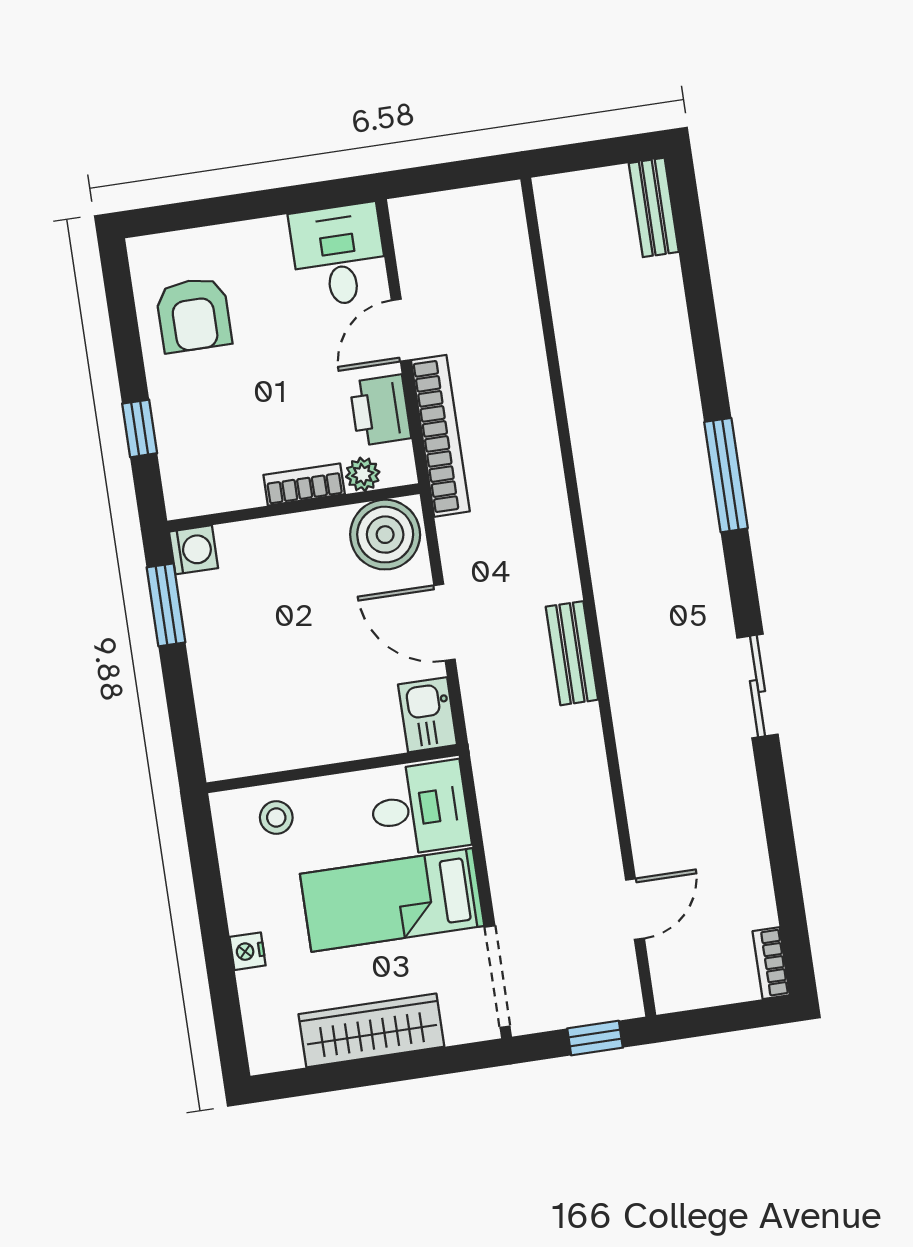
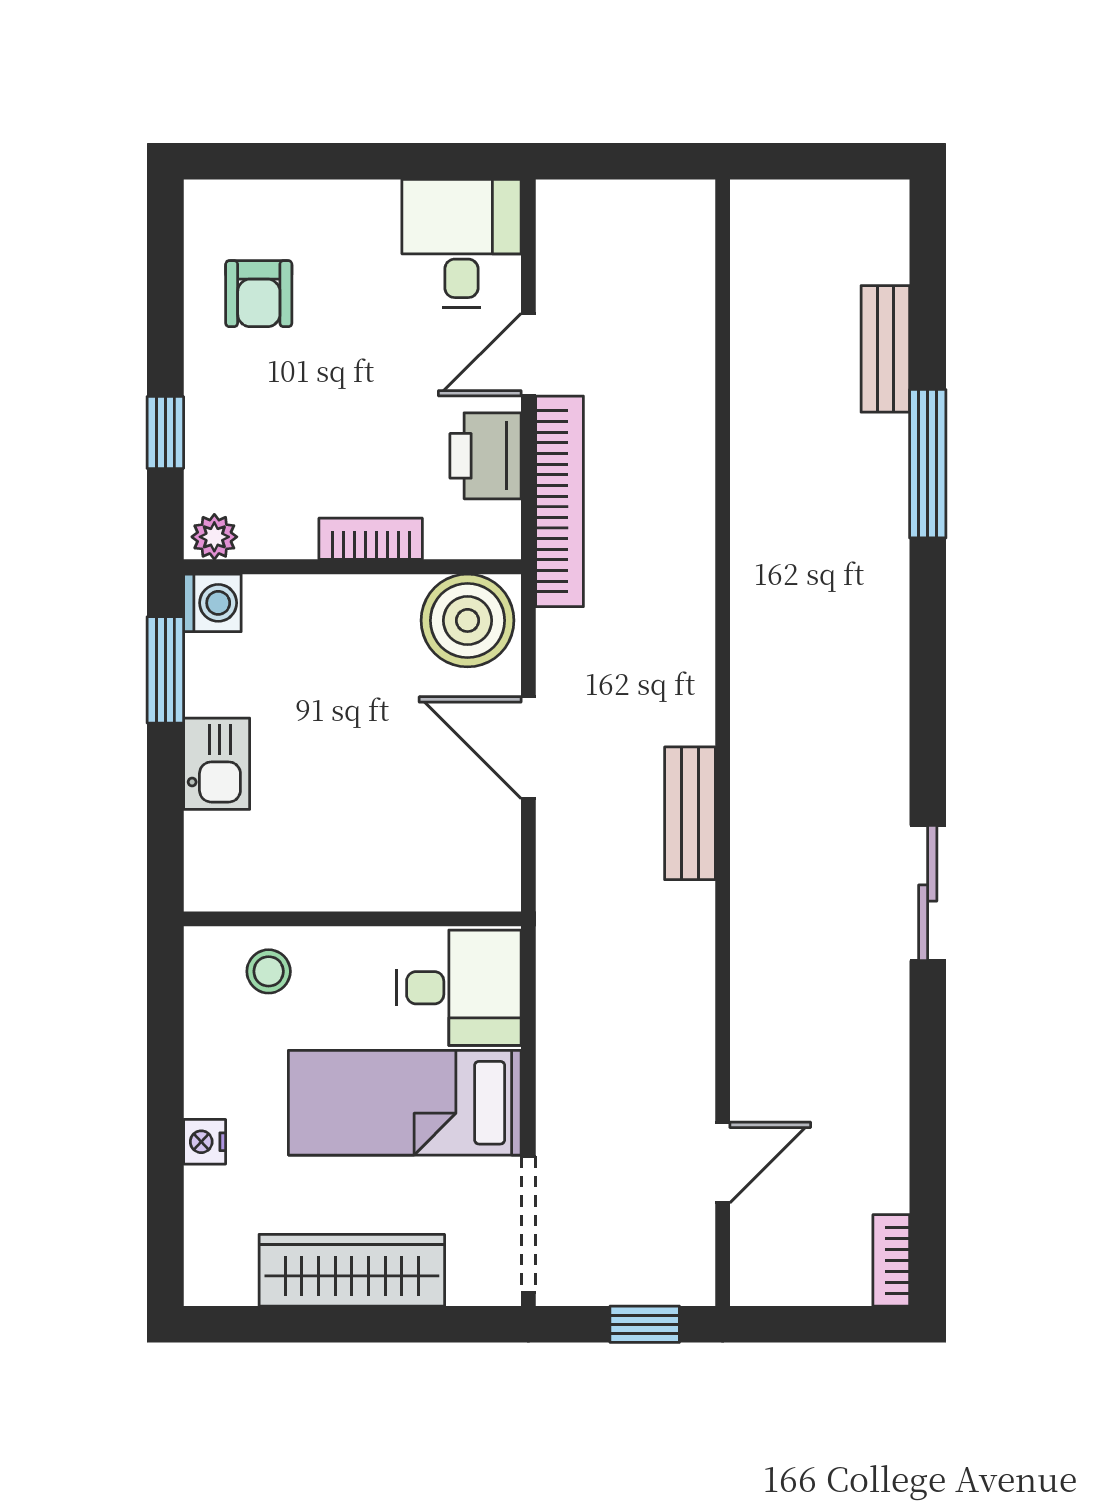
bench: (654, 207) -> (885, 349), moved
armchair: (194, 315) -> (259, 294), width x0.72, depth x0.72
plant: (363, 474) -> (214, 537), moved
window: (726, 475) -> (928, 464), moved
kitchen sink: (428, 715) -> (217, 764), moved, turned 180

